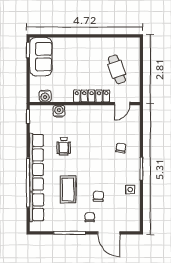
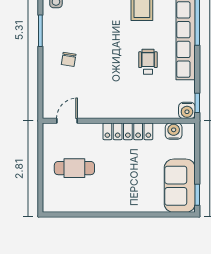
cafe table: (117, 69) -> (74, 168), turned -71
locker: (92, 96) -> (128, 131), moved
water cooler: (59, 111) -> (187, 110), moved

